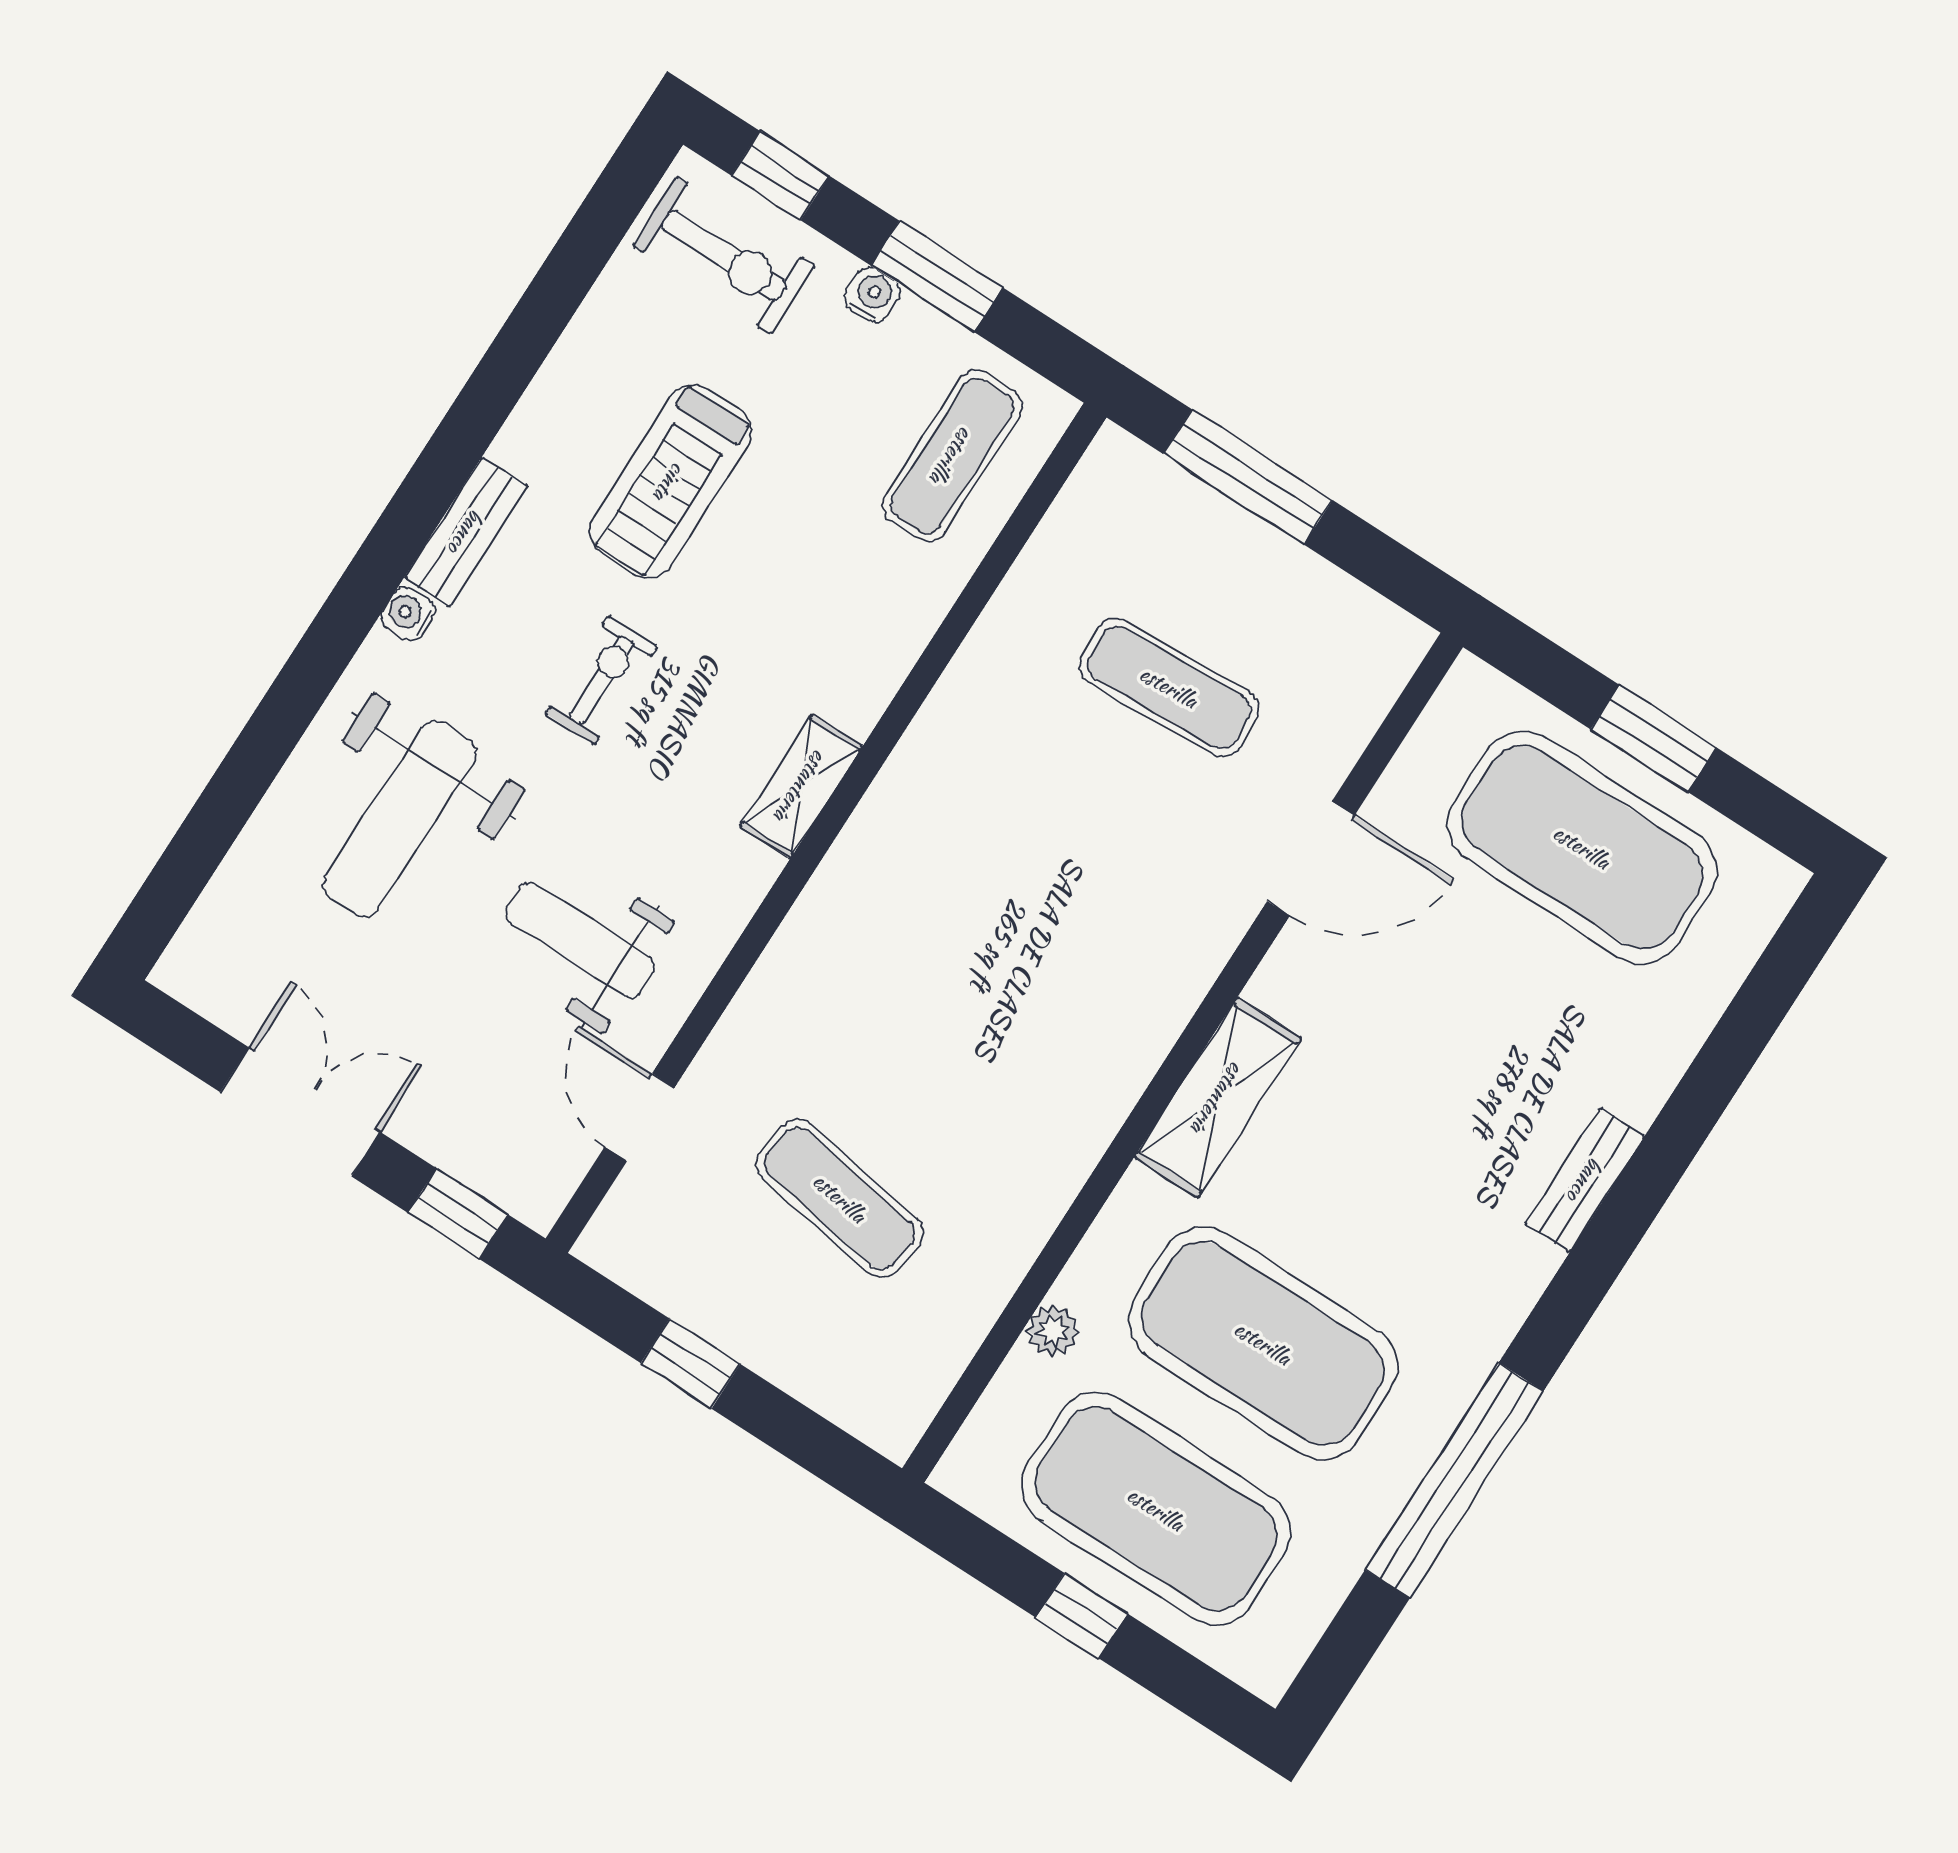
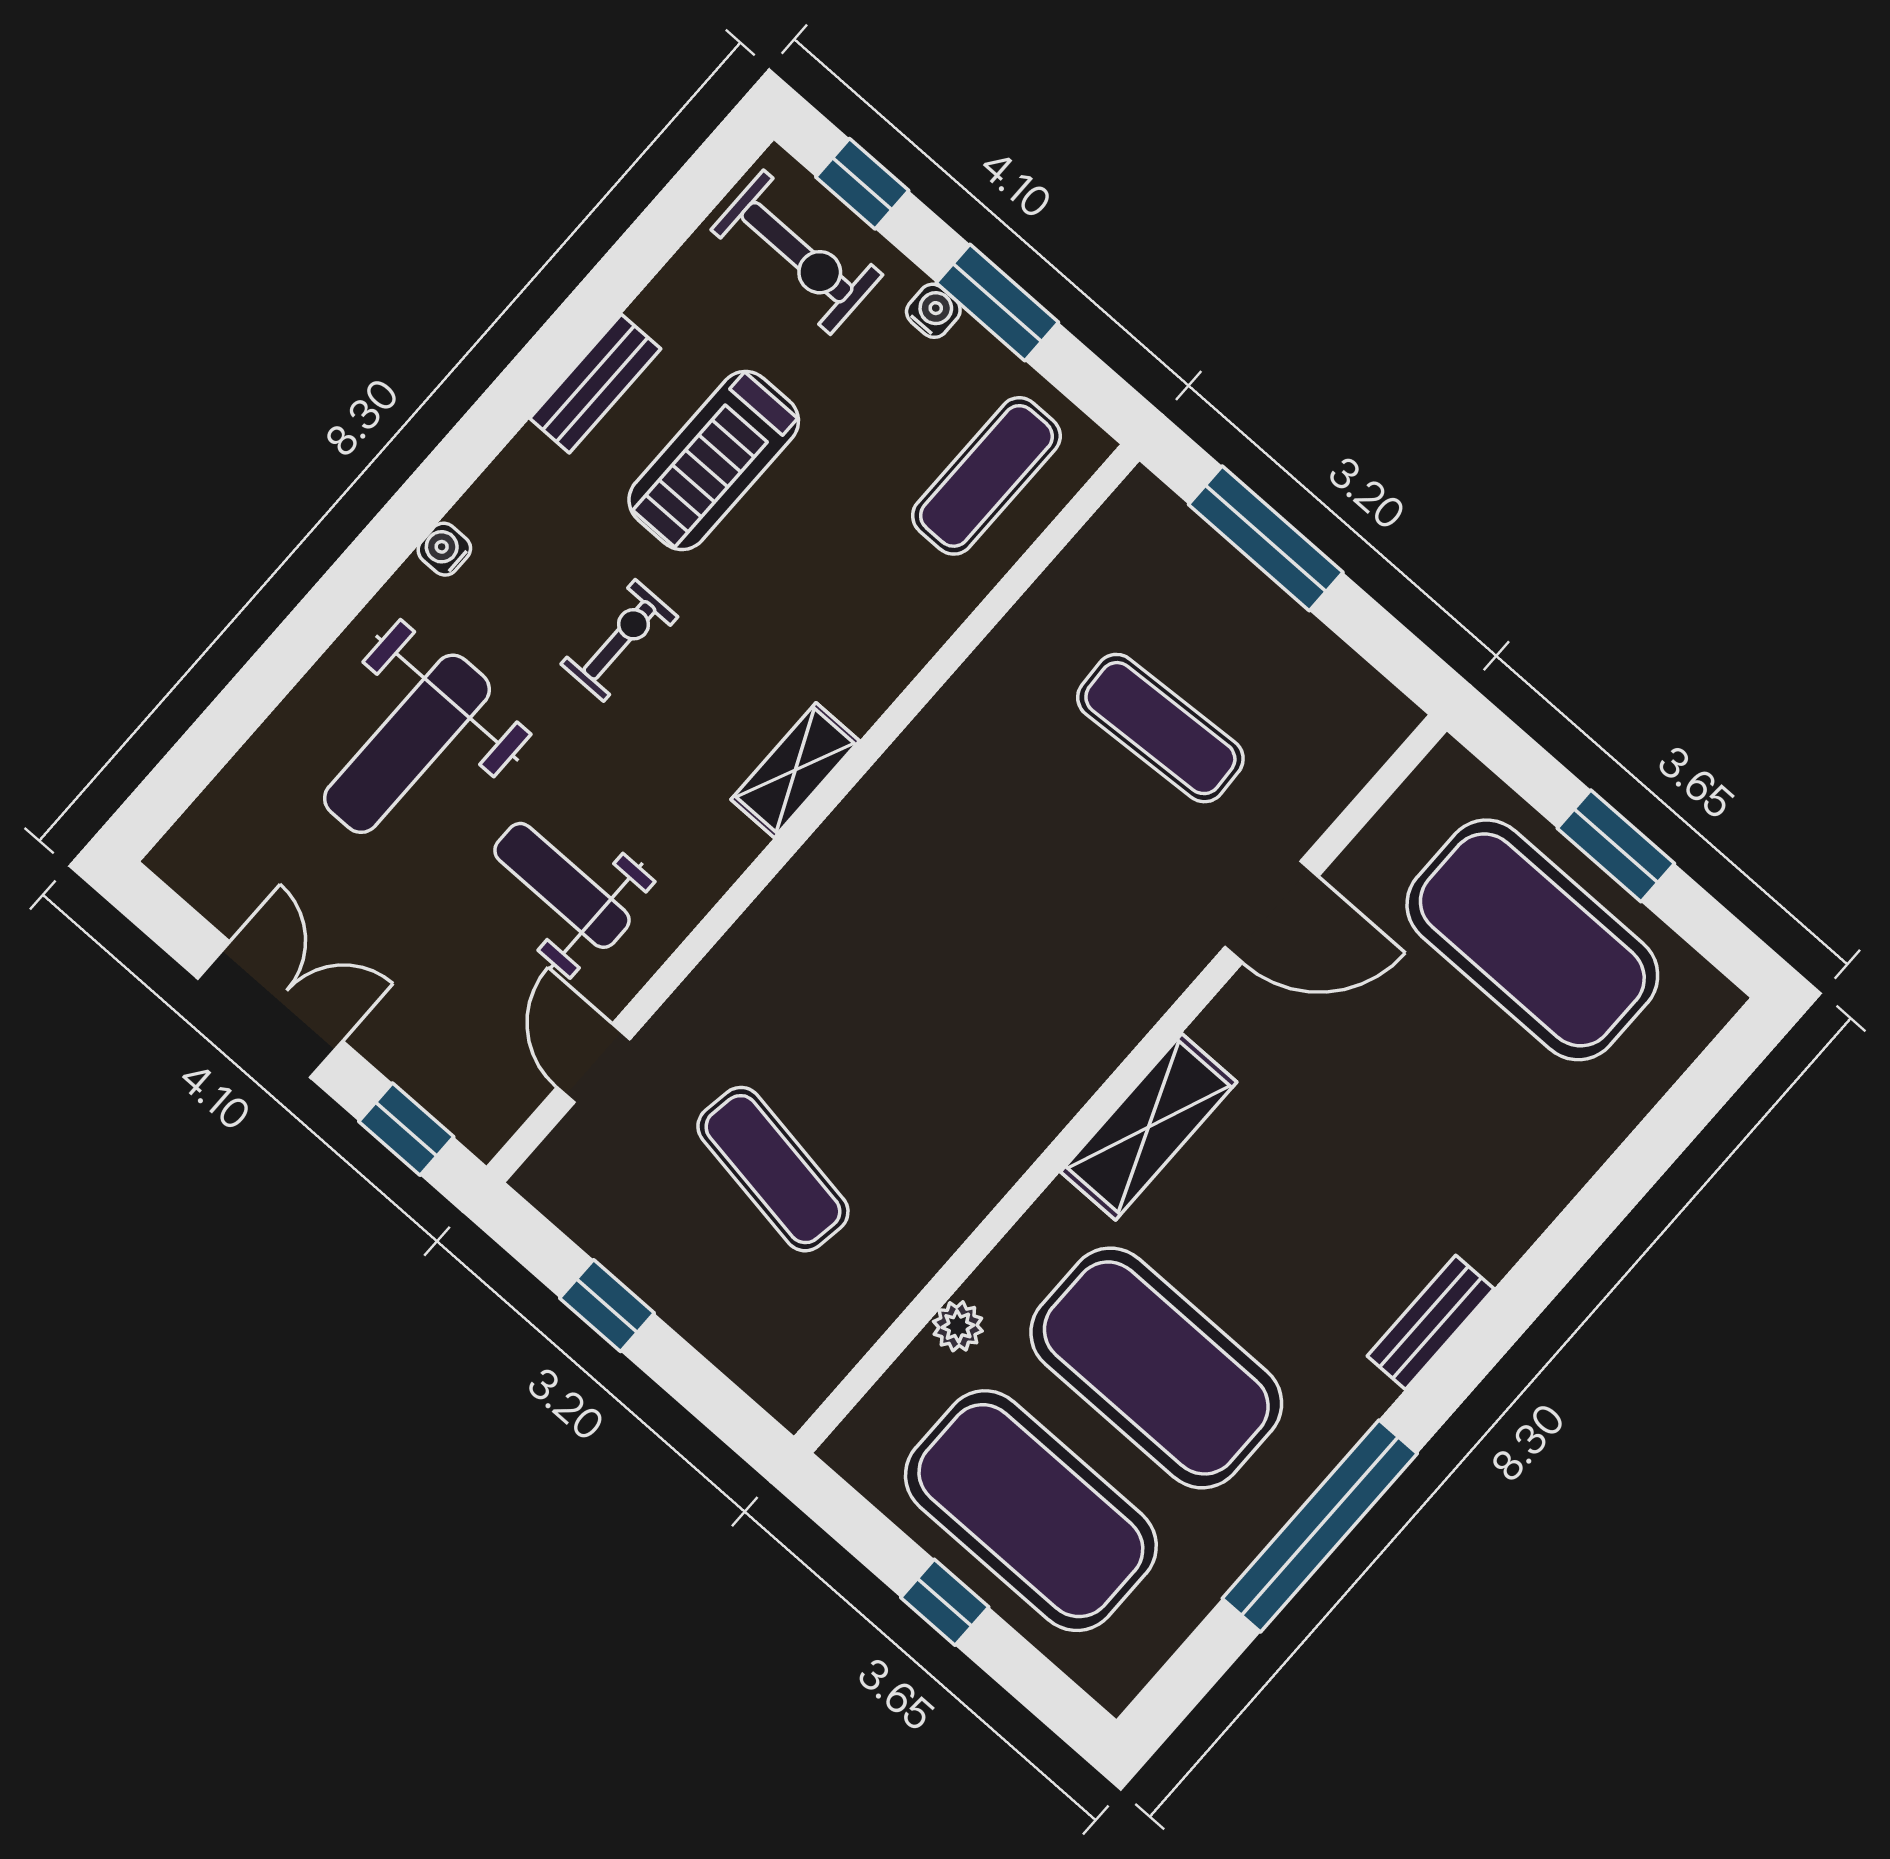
bench: (466, 532) -> (595, 384), moved
bench: (1585, 1180) -> (1431, 1322), moved

